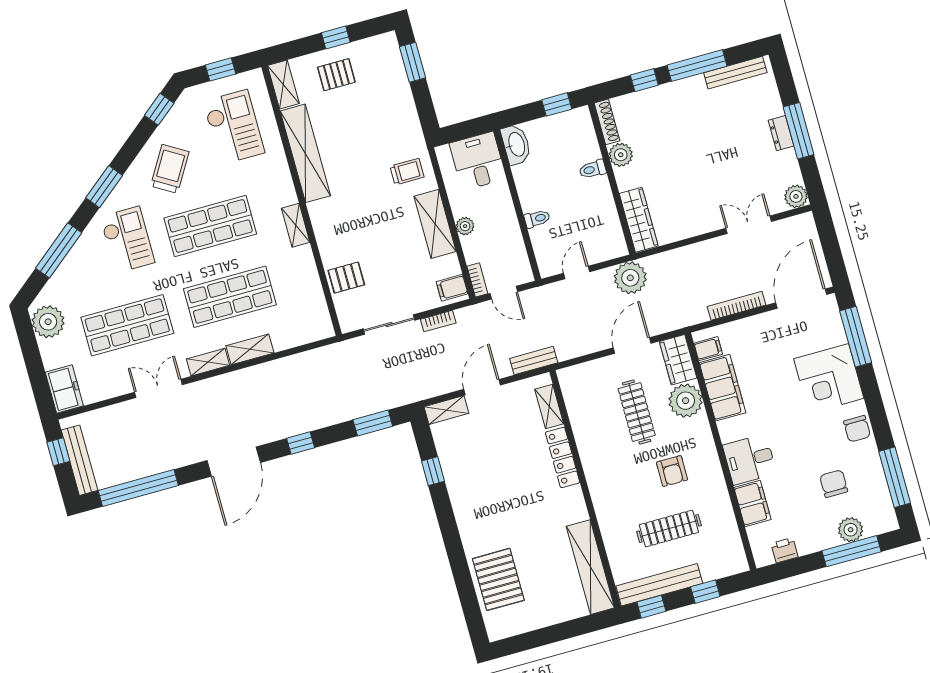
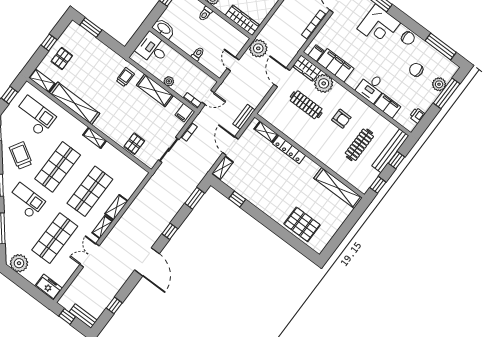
bench: (79, 460) -> (83, 316), width x0.73
window: (138, 488) -> (114, 305), width x0.32
bench: (659, 585) -> (390, 151), moved

